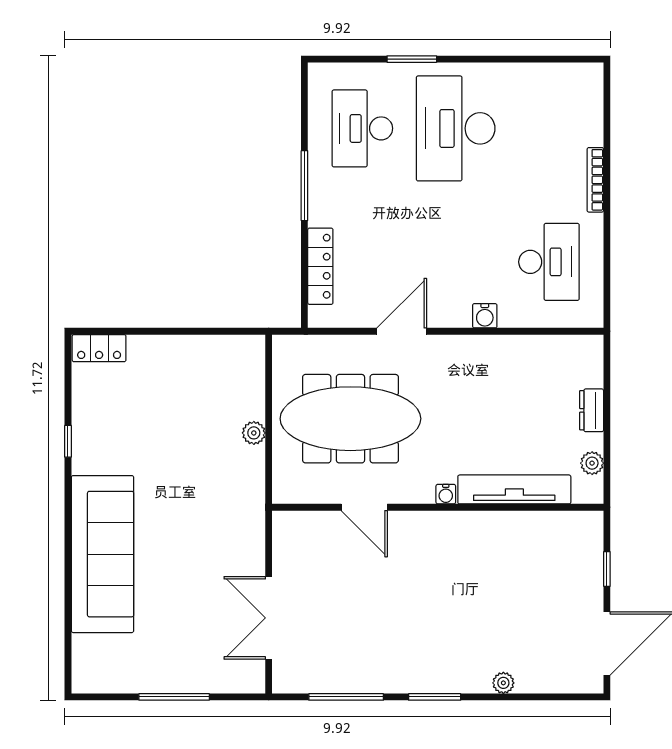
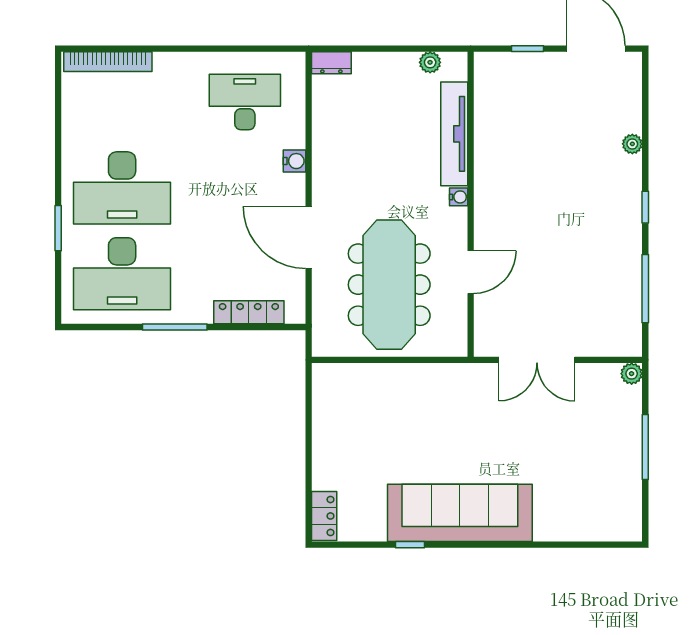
desk: (362, 128) -> (122, 274), width x1.36, depth x1.30
bookcase: (595, 180) -> (108, 62), moved, width x1.48, depth x1.31
door: (402, 331) -> (309, 237), width x1.36
dresser: (592, 410) -> (331, 63), moved
plant: (254, 433) -> (632, 374), moved
sofa: (102, 554) -> (460, 513), moved
double door: (269, 618) -> (537, 360), moved
window: (435, 697) -> (645, 207), width x0.67

